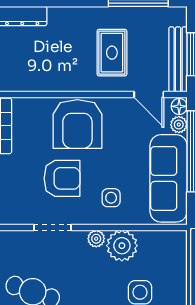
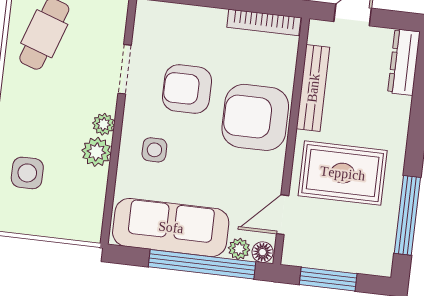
rug: (112, 53) -> (343, 173), width x1.36, depth x1.43
bench: (178, 59) -> (313, 88), moved, turned 90
armchair: (62, 178) -> (187, 89), turned 90
plant: (122, 246) -> (96, 152), width x0.73, depth x0.73

